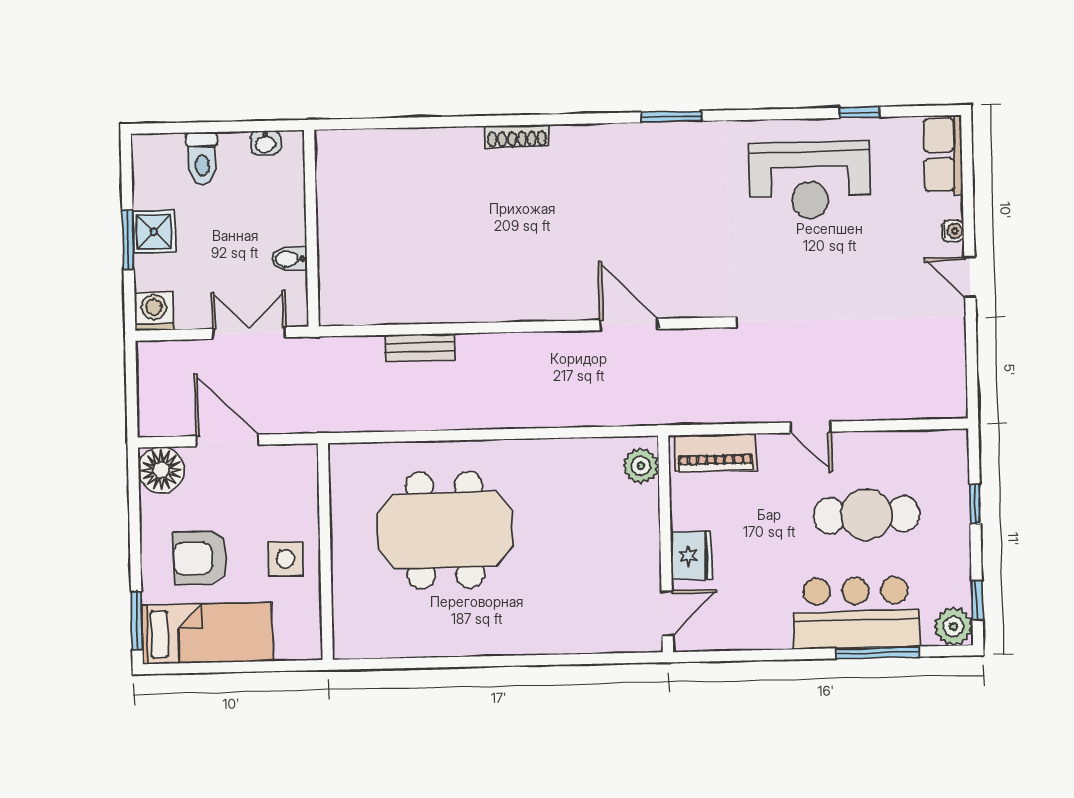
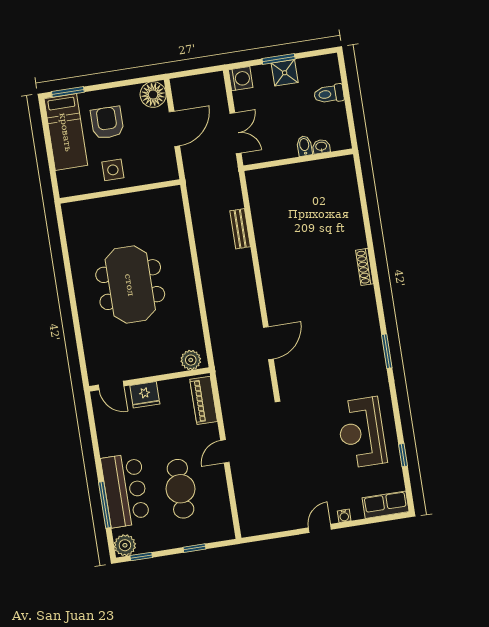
washbasin: (265, 143) -> (321, 147), moved, turned 90
bidet: (289, 259) -> (304, 146), moved
meeting table: (445, 530) -> (130, 285), moved

